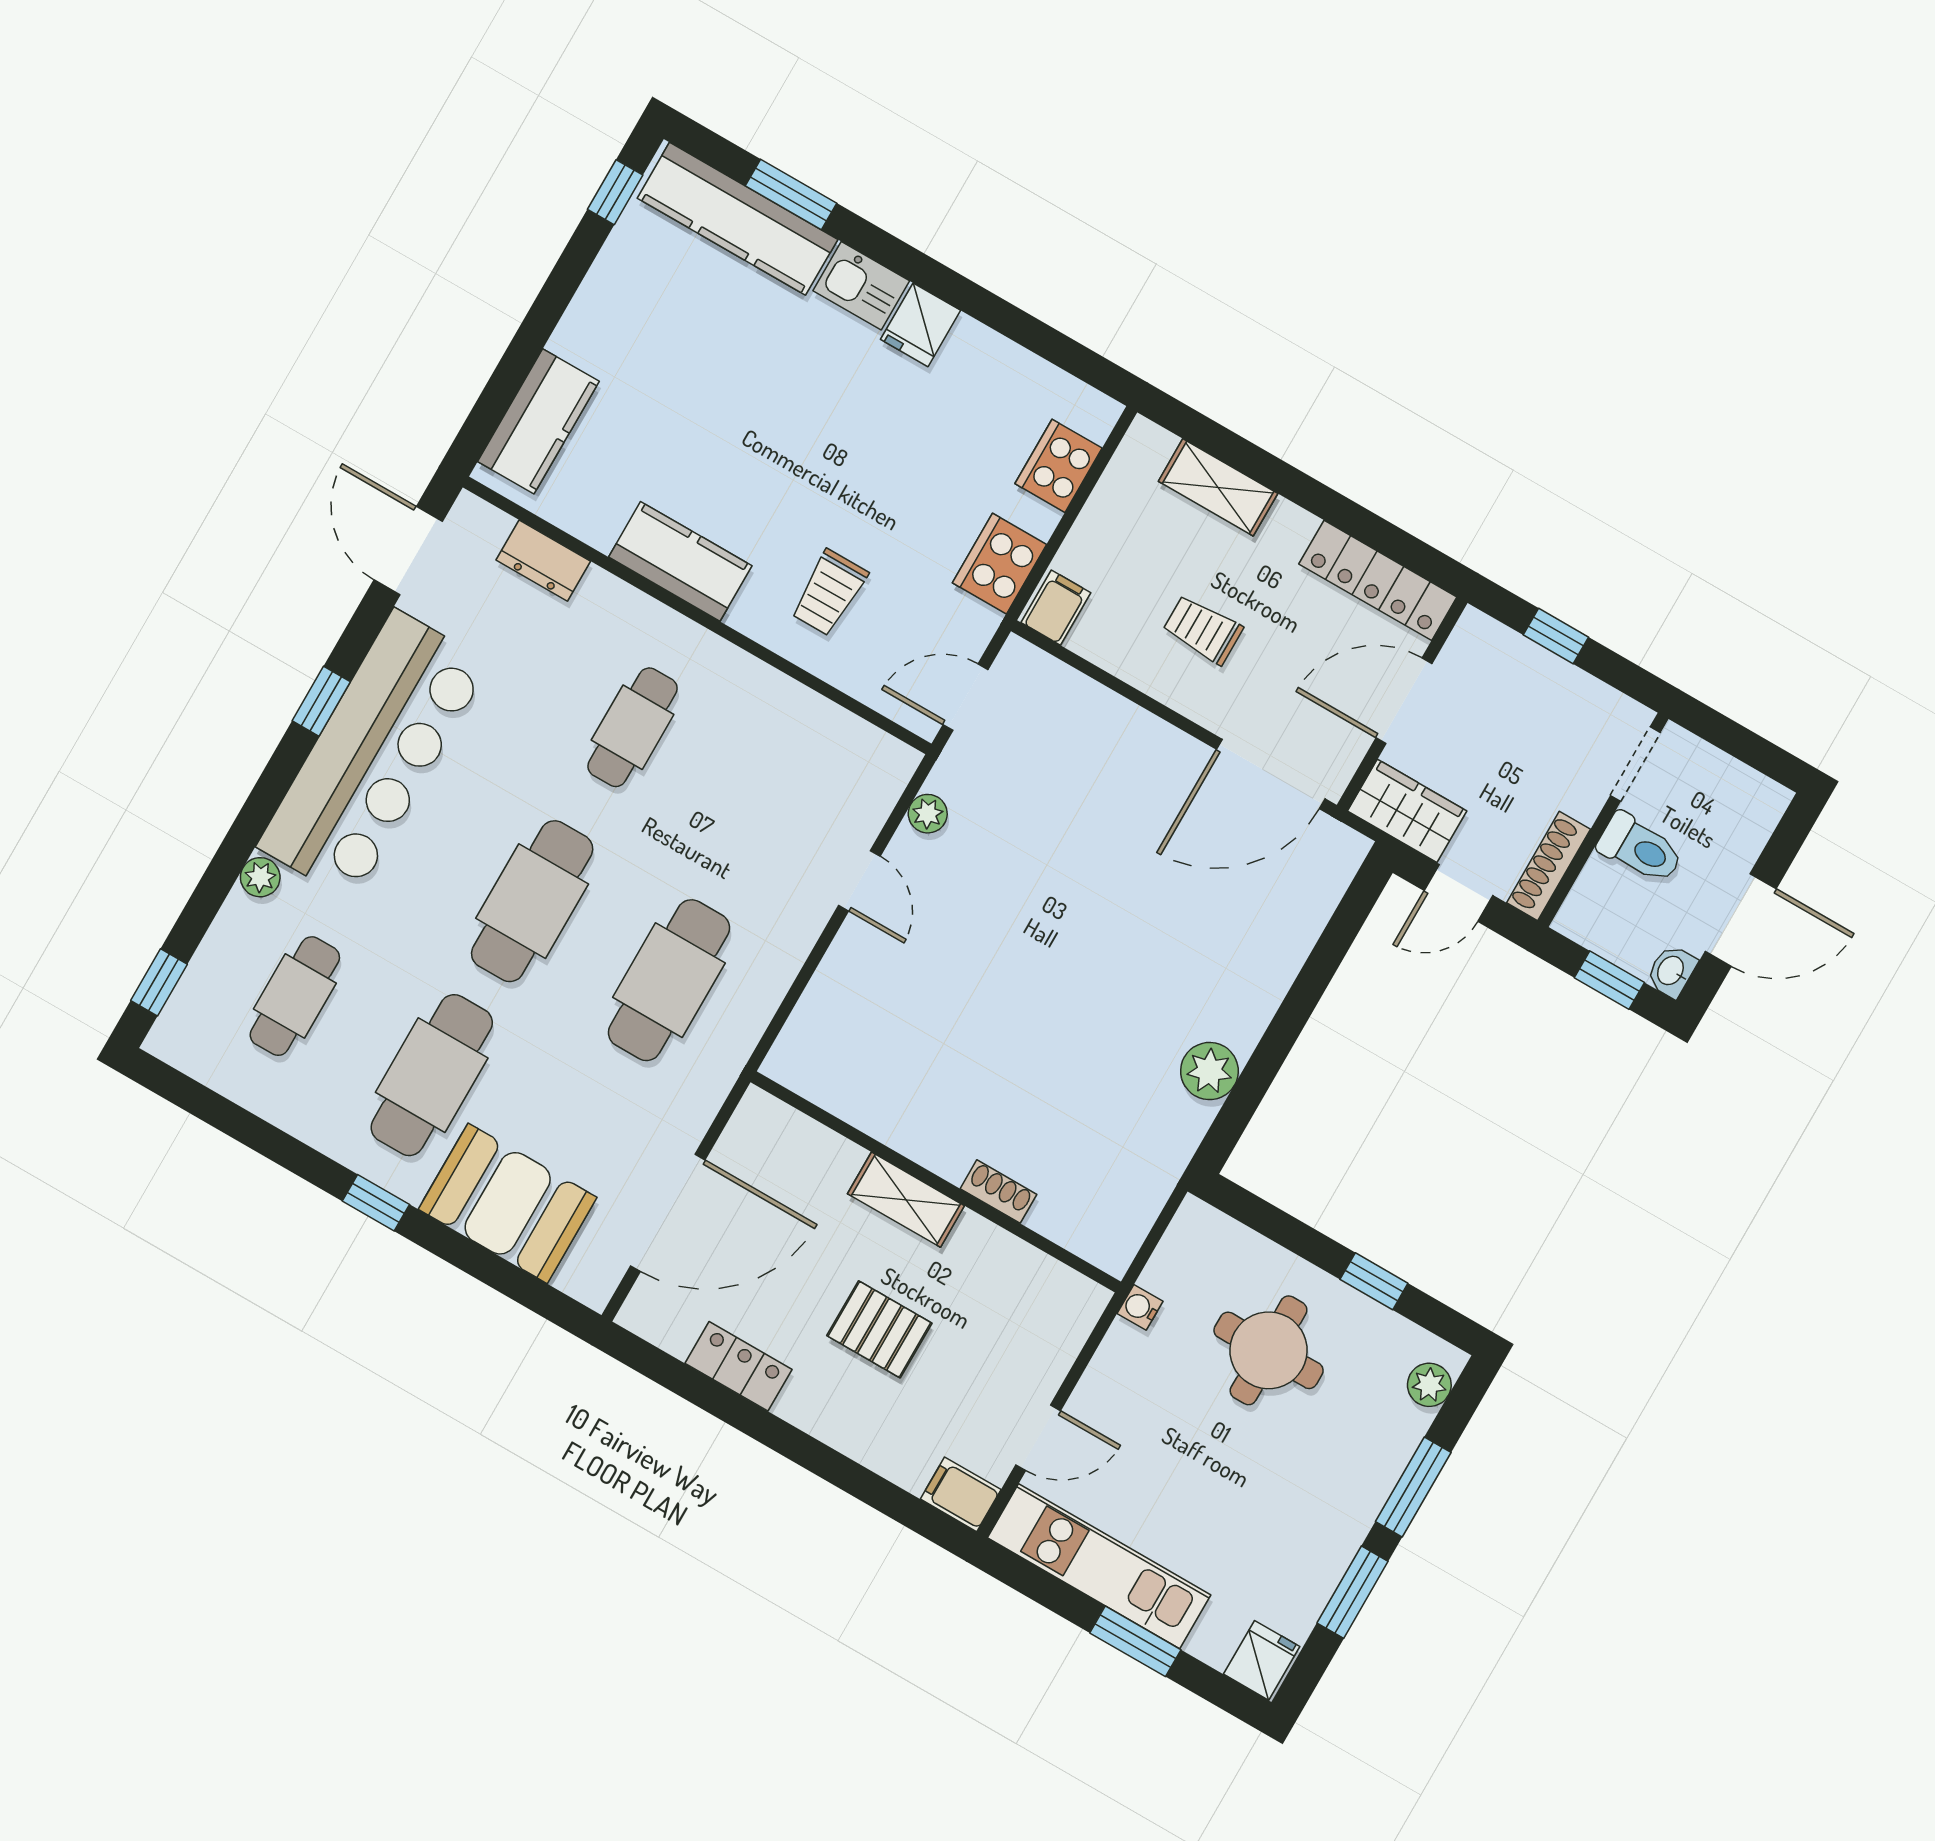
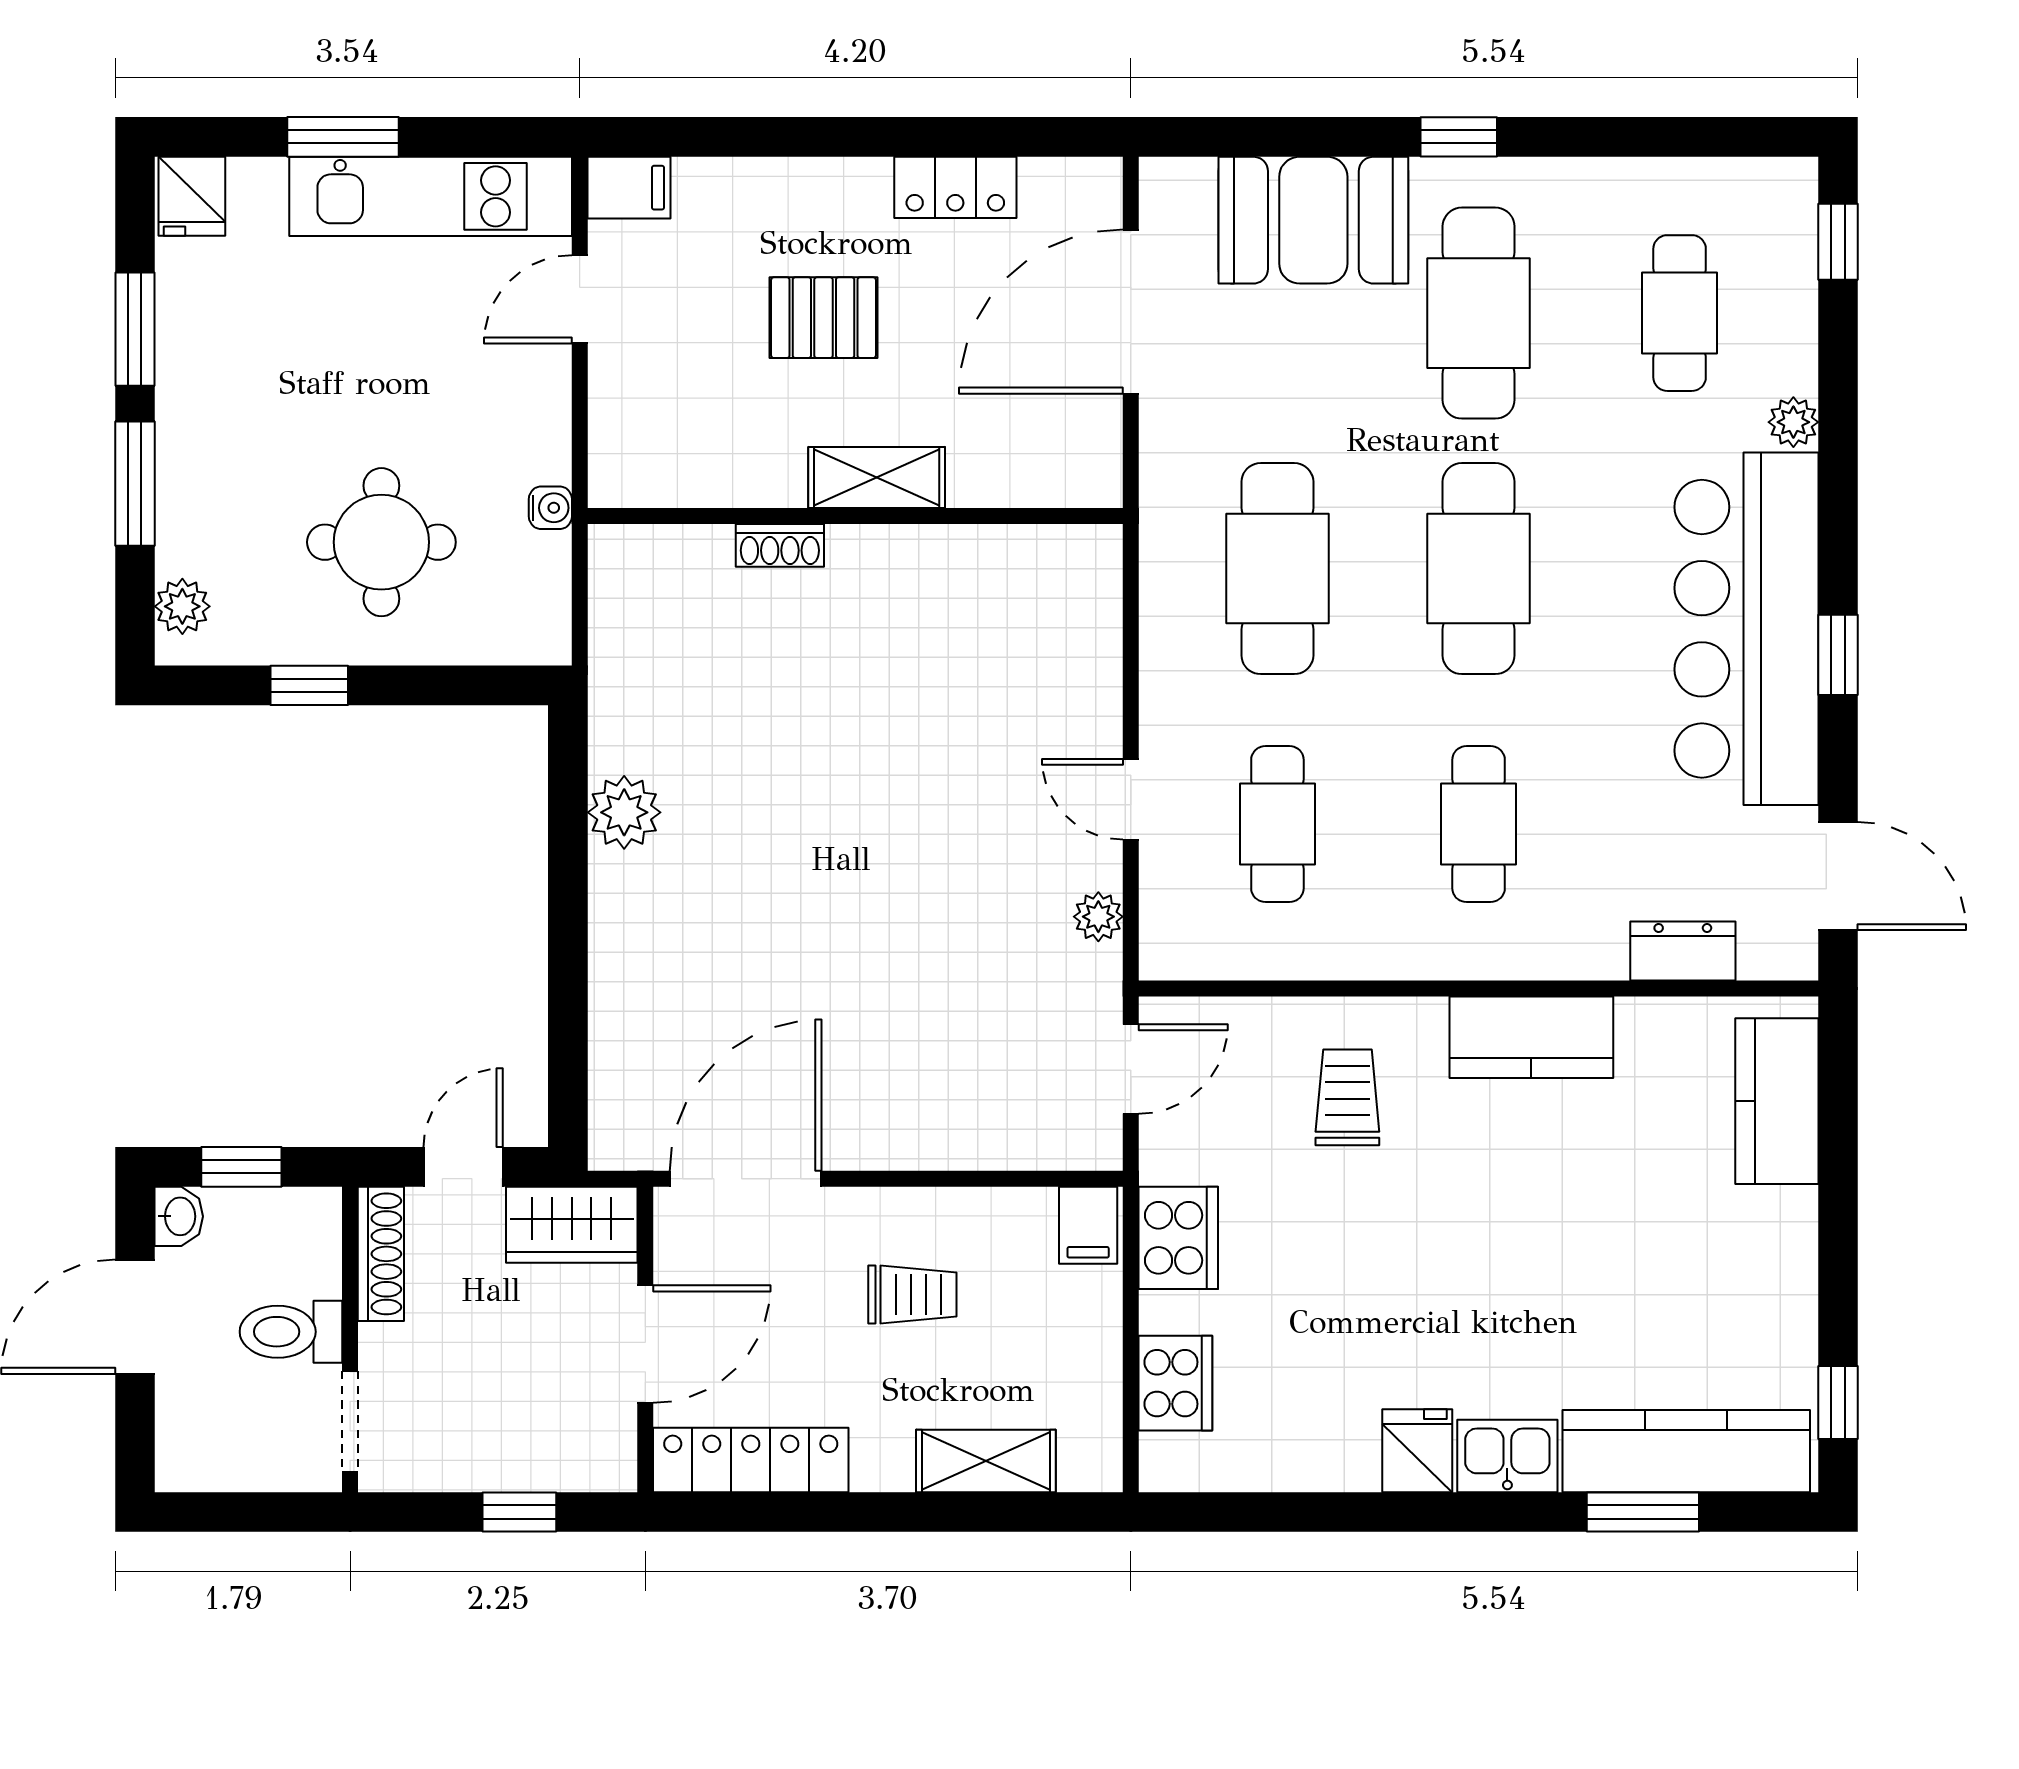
cafe table: (769, 806) -> (1277, 824), added

